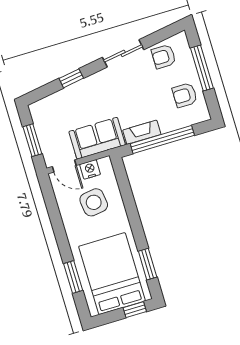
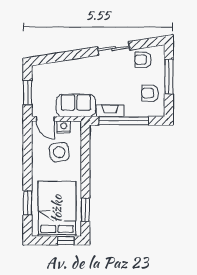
window: (71, 78) -> (70, 55), removed

